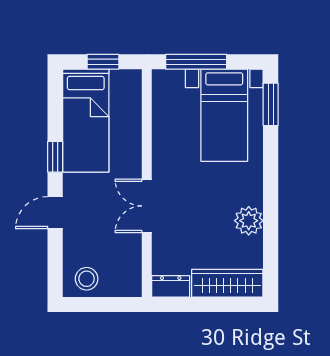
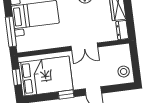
bed: (86, 121) -> (46, 76), width x1.50

